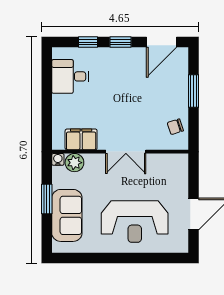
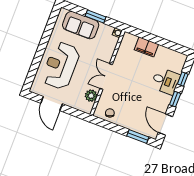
desk: (70, 76) -> (165, 81), moved, turned 90
window: (194, 91) -> (138, 137), moved
filing cabinet: (81, 139) -> (146, 47), moved, turned 90
plant: (74, 163) -> (91, 96), moved

